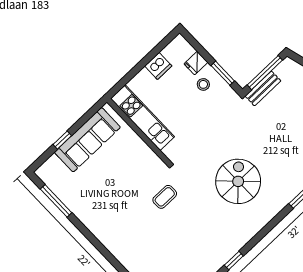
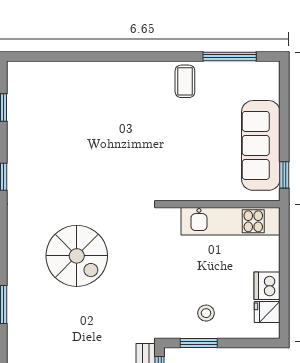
fridge: (196, 63) -> (267, 312), moved, turned -90
window: (62, 140) -> (284, 175), moved
coffee table: (165, 197) -> (185, 81), moved

